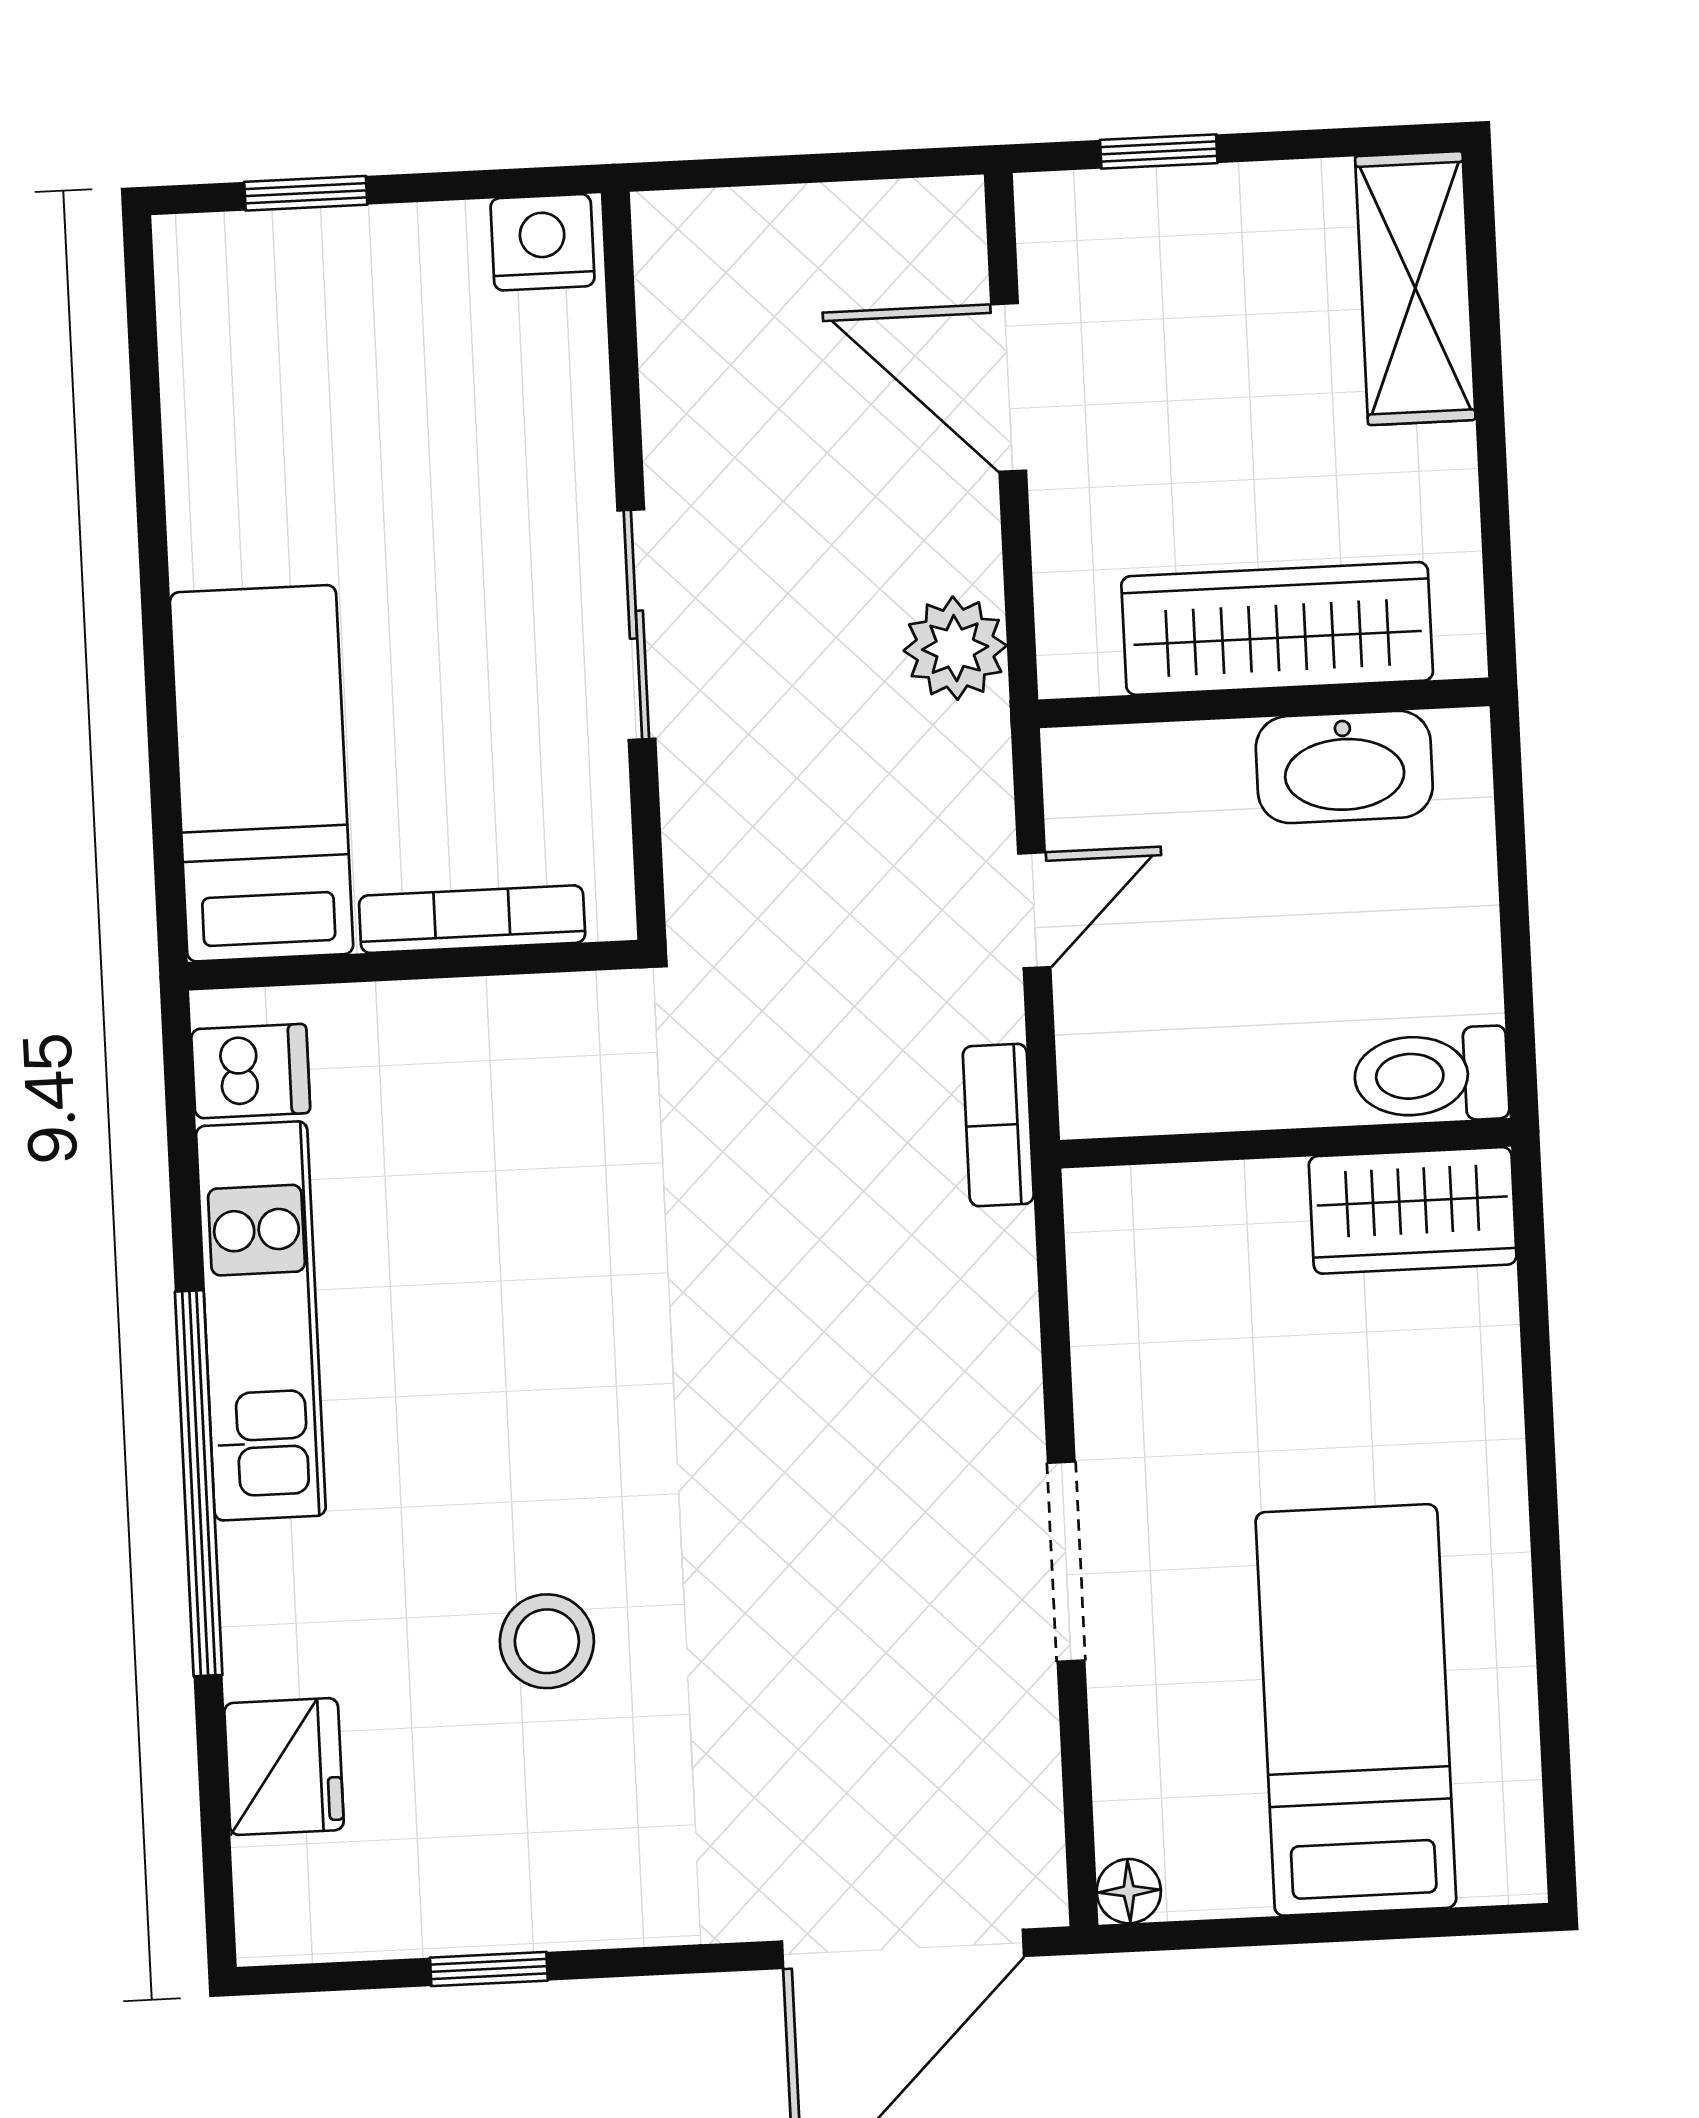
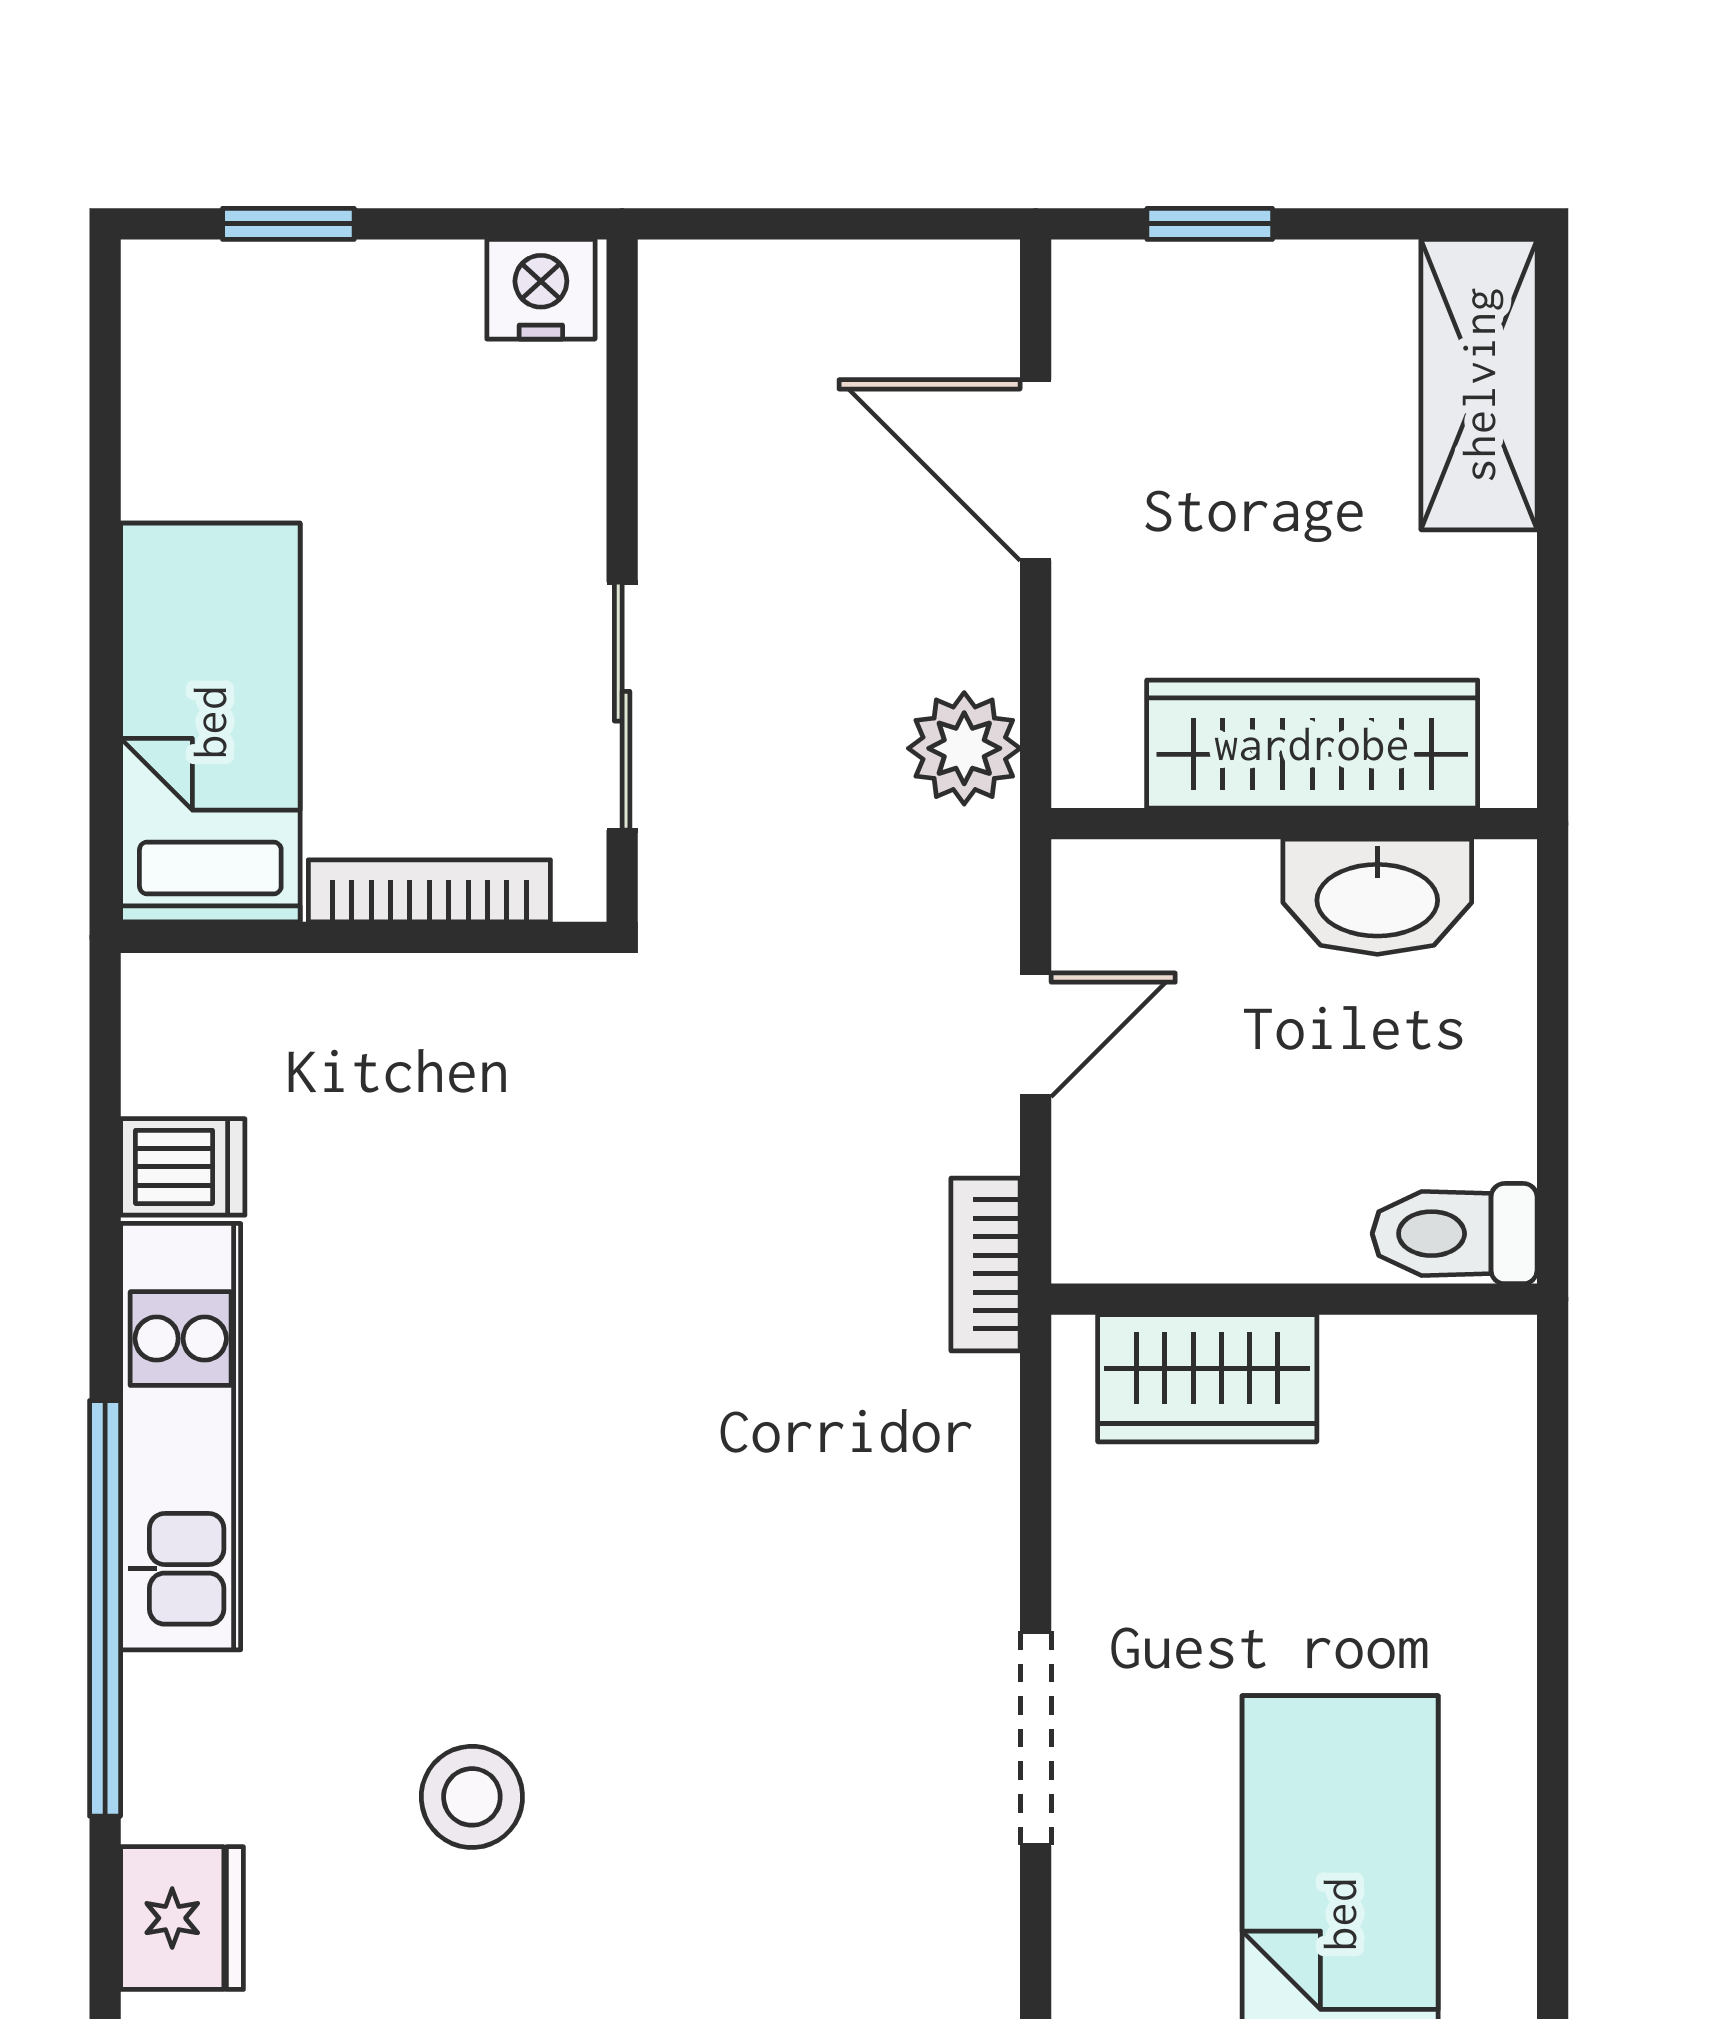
bed: (262, 773) -> (210, 722), moved
bookcase: (472, 919) -> (429, 891), moved
wall: (413, 965) -> (364, 937), moved
wardrobe: (1413, 1210) -> (1207, 1378), moved

